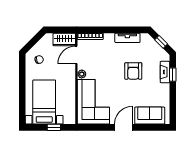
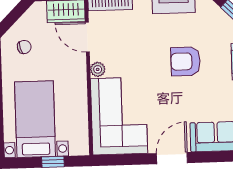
door: (76, 55) -> (87, 37), hinge flipped
armchair: (133, 71) -> (186, 61), turned 90

